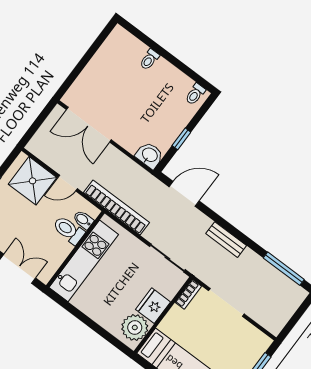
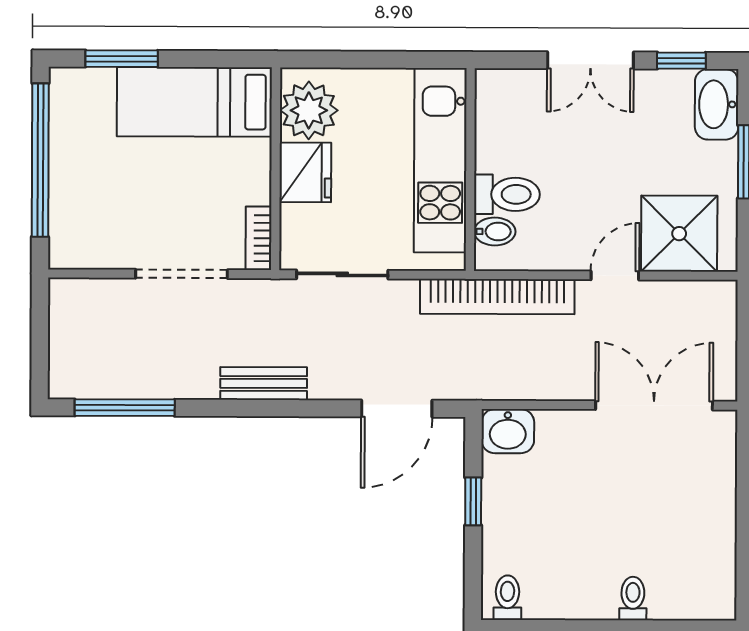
bidet: (83, 220) -> (495, 231), moved
toilet: (69, 230) -> (507, 194), moved
wall: (75, 249) -> (470, 169), moved
kitchen unit: (84, 261) -> (440, 160), moved

